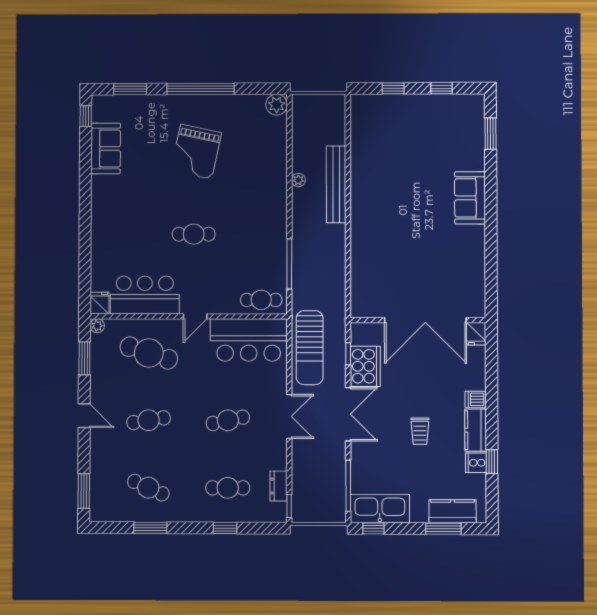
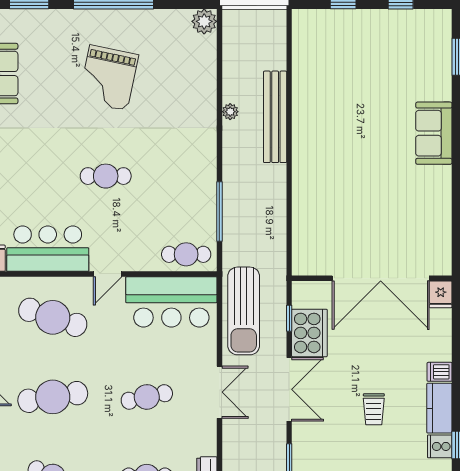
cafe table: (149, 420) -> (53, 397), width x1.37, depth x1.35

